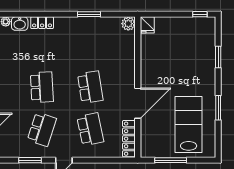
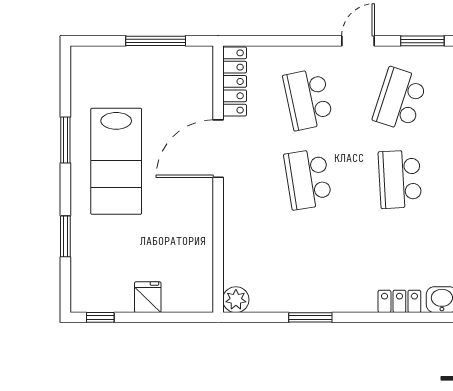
fridge: (147, 25) -> (148, 297), moved
lab bench: (189, 125) -> (116, 161), moved

